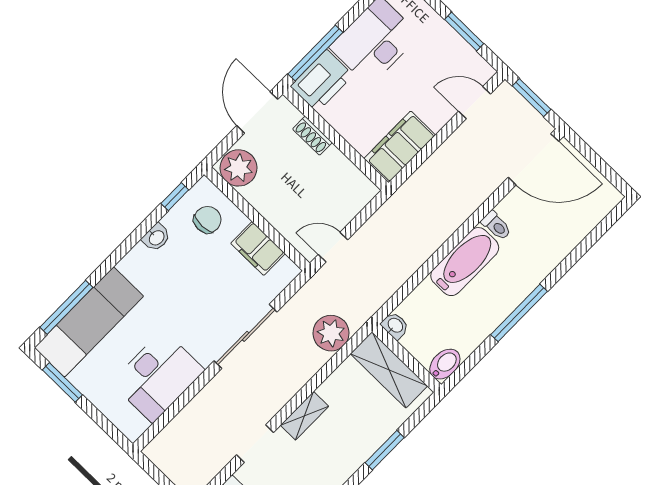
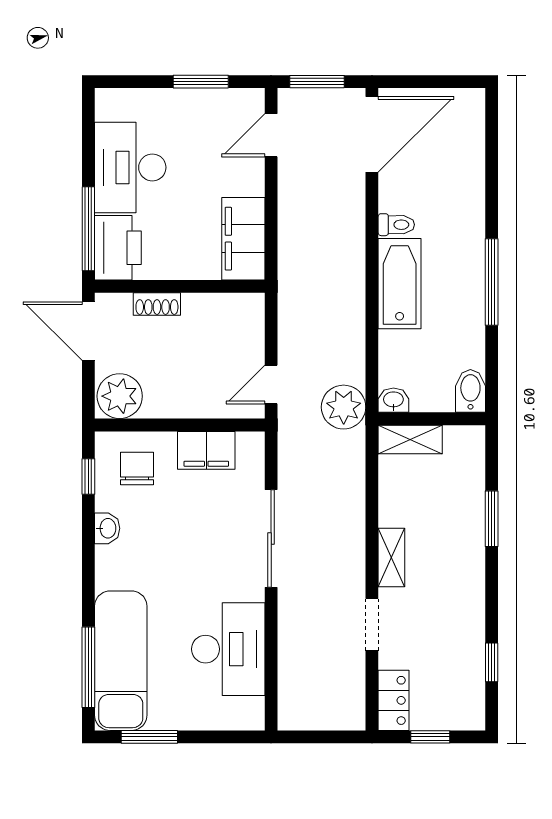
plant: (331, 333) -> (344, 407), moved
shelving: (389, 370) -> (410, 439), width x0.67, depth x0.75

